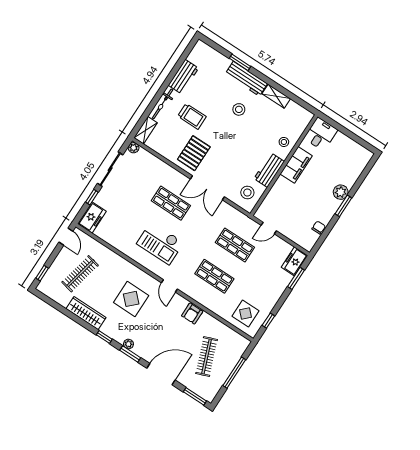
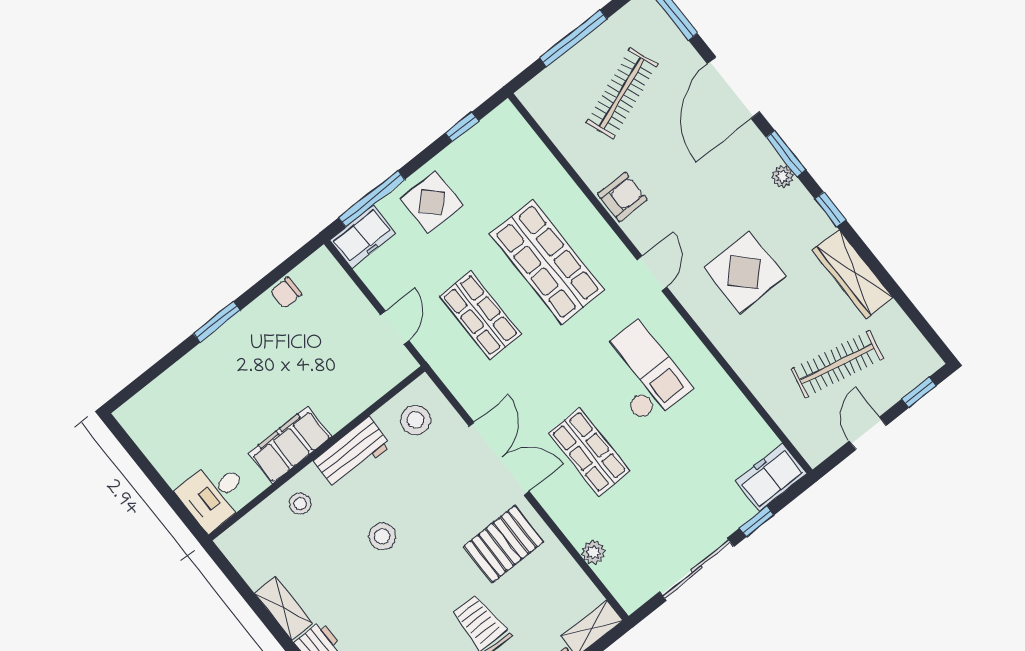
stool: (239, 109) -> (382, 536), moved
plant: (134, 148) -> (593, 553), moved
plant: (341, 192) -> (213, 354), removed
door: (269, 228) -> (395, 328), hinge flipped
door: (66, 237) -> (868, 433), moved
shop shelf: (214, 276) -> (547, 262), width x1.43, depth x1.36
window: (296, 278) -> (372, 199), width x1.44
display table: (245, 313) -> (432, 202), moved
door: (161, 374) -> (734, 88), hinge flipped

